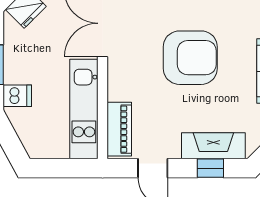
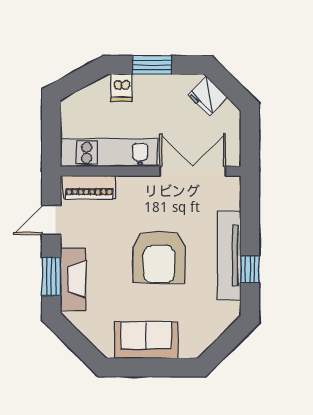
window: (210, 168) -> (51, 276), width x1.50

